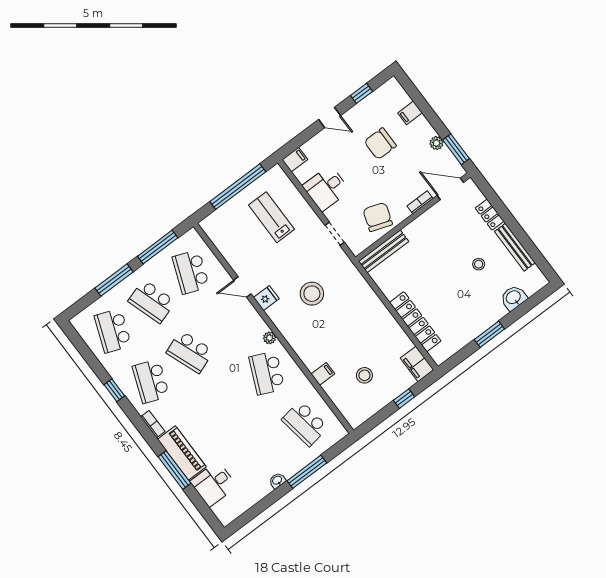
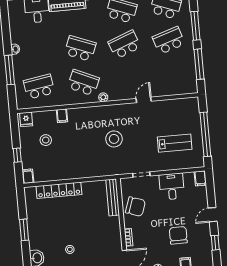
school desk: (191, 272) -> (80, 49), moved
fridge: (266, 298) -> (26, 119), moved
filing cabinet: (417, 364) -> (28, 176), width x0.50

